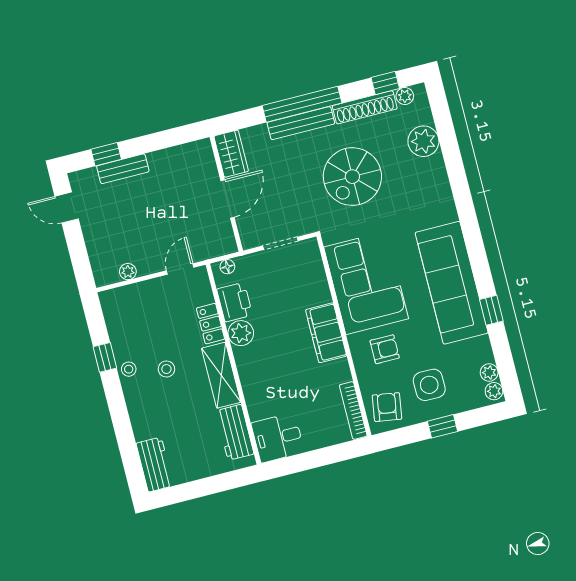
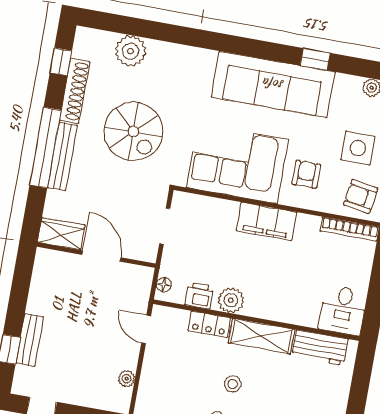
plant: (405, 96) -> (81, 49), removed
printer: (235, 302) -> (199, 296), width x0.73, depth x0.81

